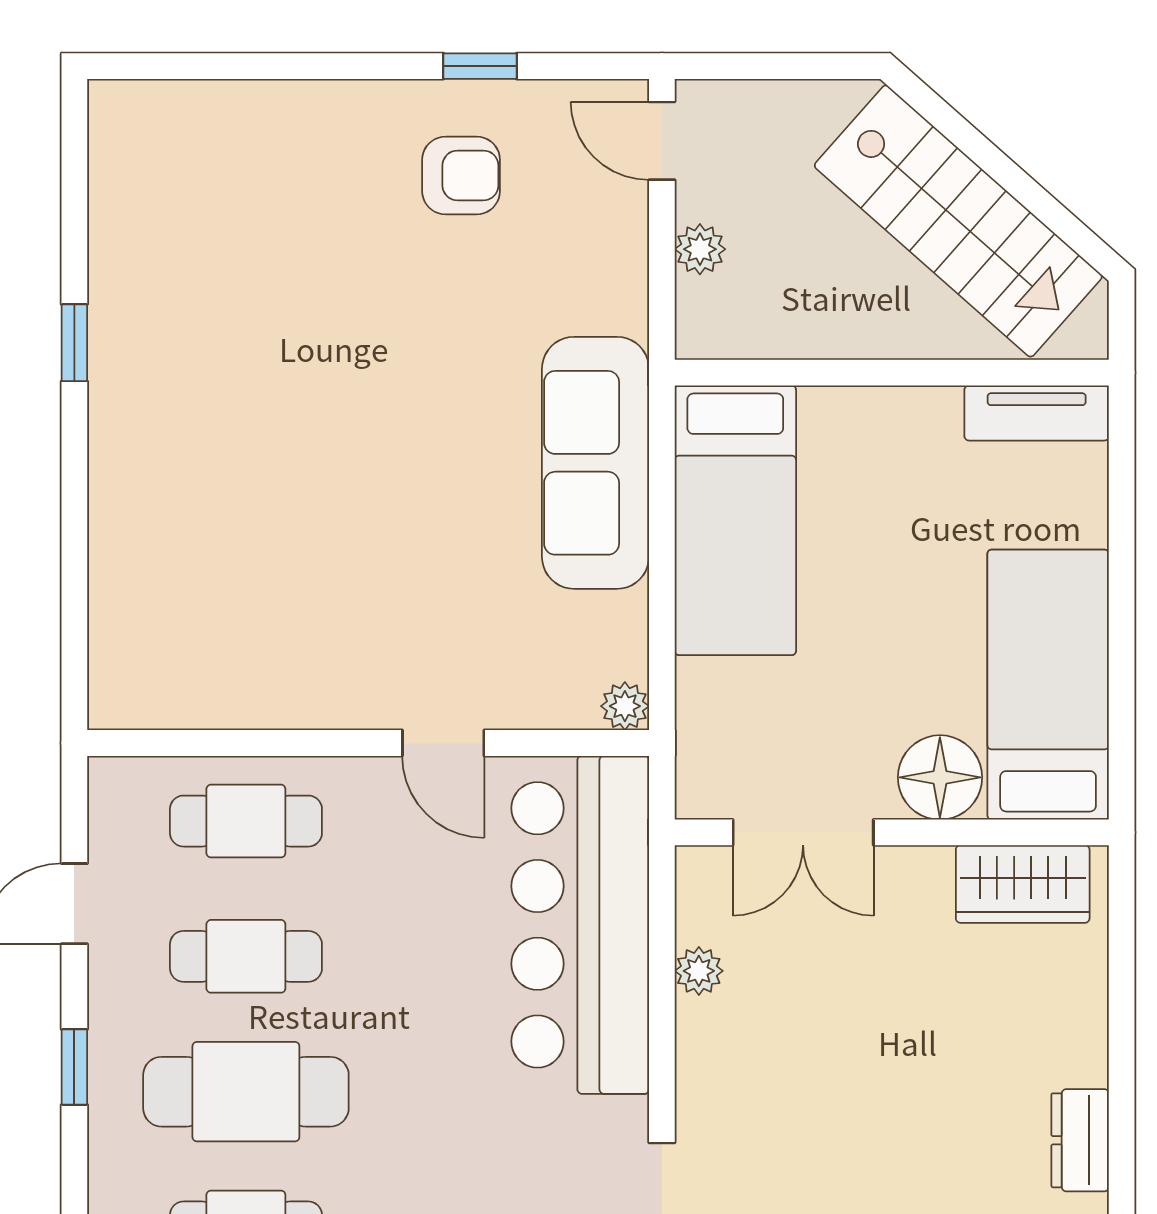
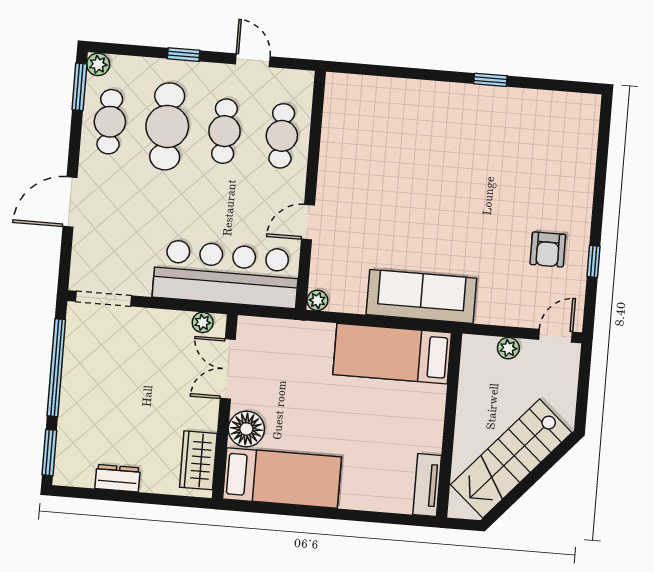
bed: (1048, 685) -> (282, 478), moved
floor lamp: (940, 777) -> (246, 429), moved
double door: (803, 832) -> (228, 369), moved
wall: (892, 832) -> (225, 407), moved
wardrobe: (1023, 884) -> (198, 460), moved

